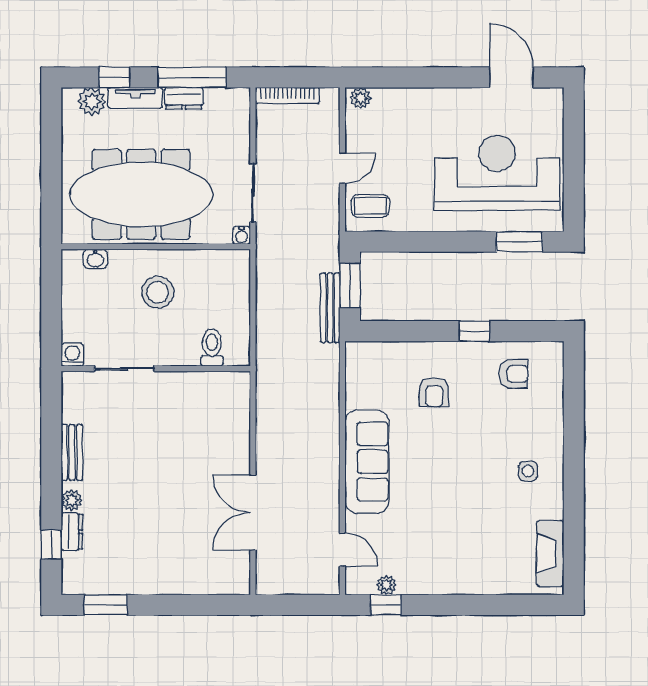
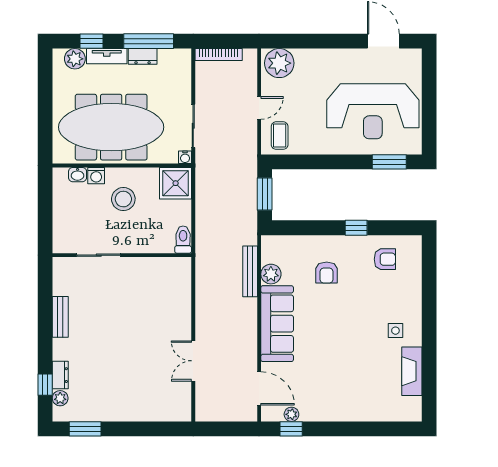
plant: (361, 98) -> (279, 63), width x1.87, depth x1.87
reception desk: (497, 173) -> (373, 111), turned 180
coffee table: (370, 206) -> (280, 136), turned 90
shower: (229, 271) -> (176, 183), added
bench: (330, 308) -> (250, 271), moved
toilet: (212, 347) -> (183, 240), moved
washing machine: (72, 355) -> (96, 176), moved, turned 180
plant: (358, 394) -> (271, 274), added
plant: (72, 500) -> (60, 398), moved
double door: (253, 512) -> (193, 361), width x0.73
door: (342, 550) -> (259, 388), width x1.38
fireplace: (550, 554) -> (412, 371), moved

